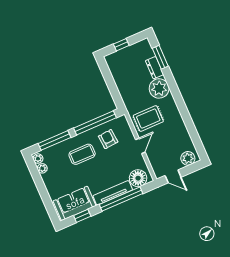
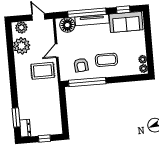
dresser: (155, 68) -> (25, 128), moved
plant: (159, 88) -> (22, 46), moved
window: (54, 140) -> (125, 79), removed

